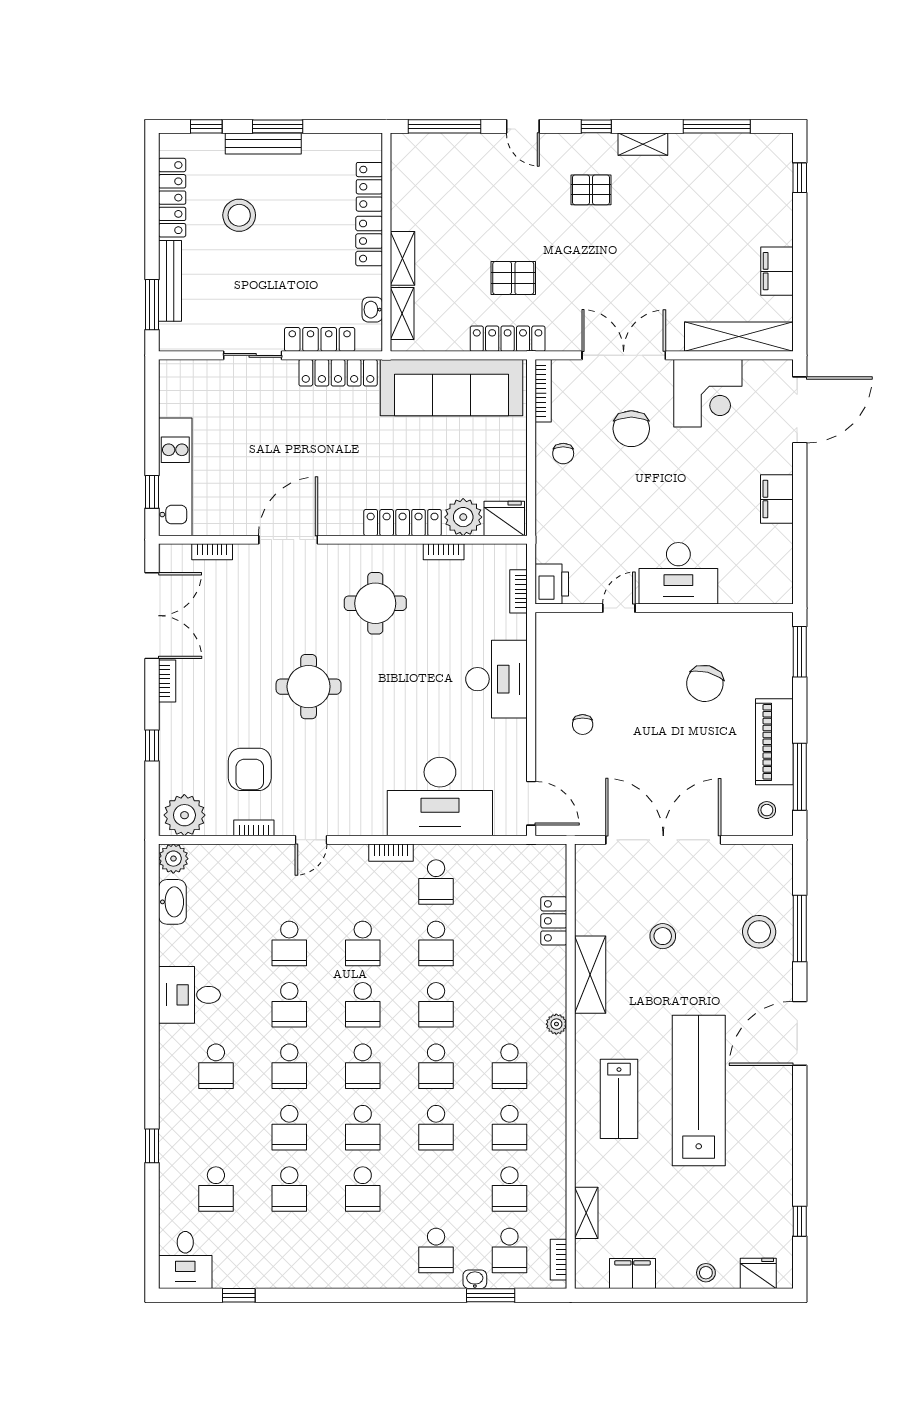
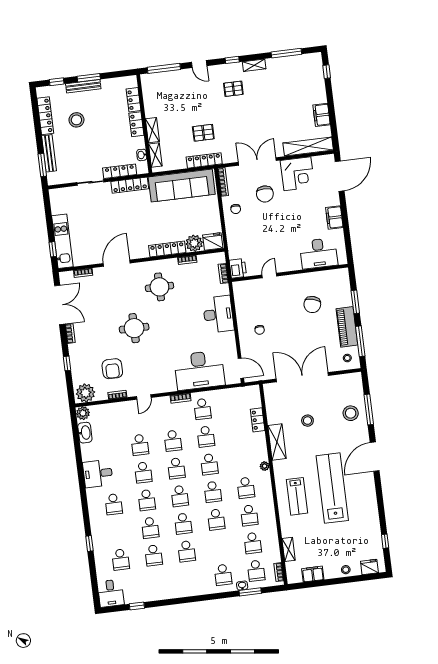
desk: (678, 573) -> (319, 253), moved
window: (800, 652) -> (355, 302), moved

